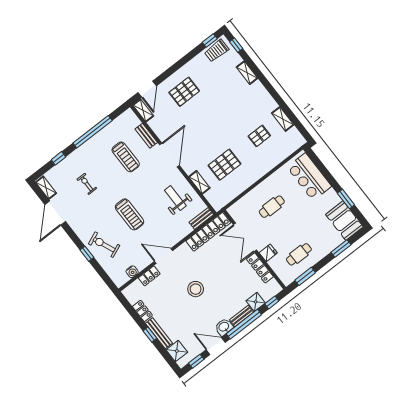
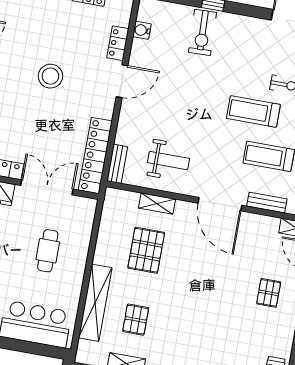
pallet: (184, 92) -> (269, 293), width x0.67, depth x0.71
shelving: (271, 161) -> (95, 303), added
treadmill: (130, 214) -> (253, 111), moved
exercise bike: (104, 245) -> (203, 32), turned 111

